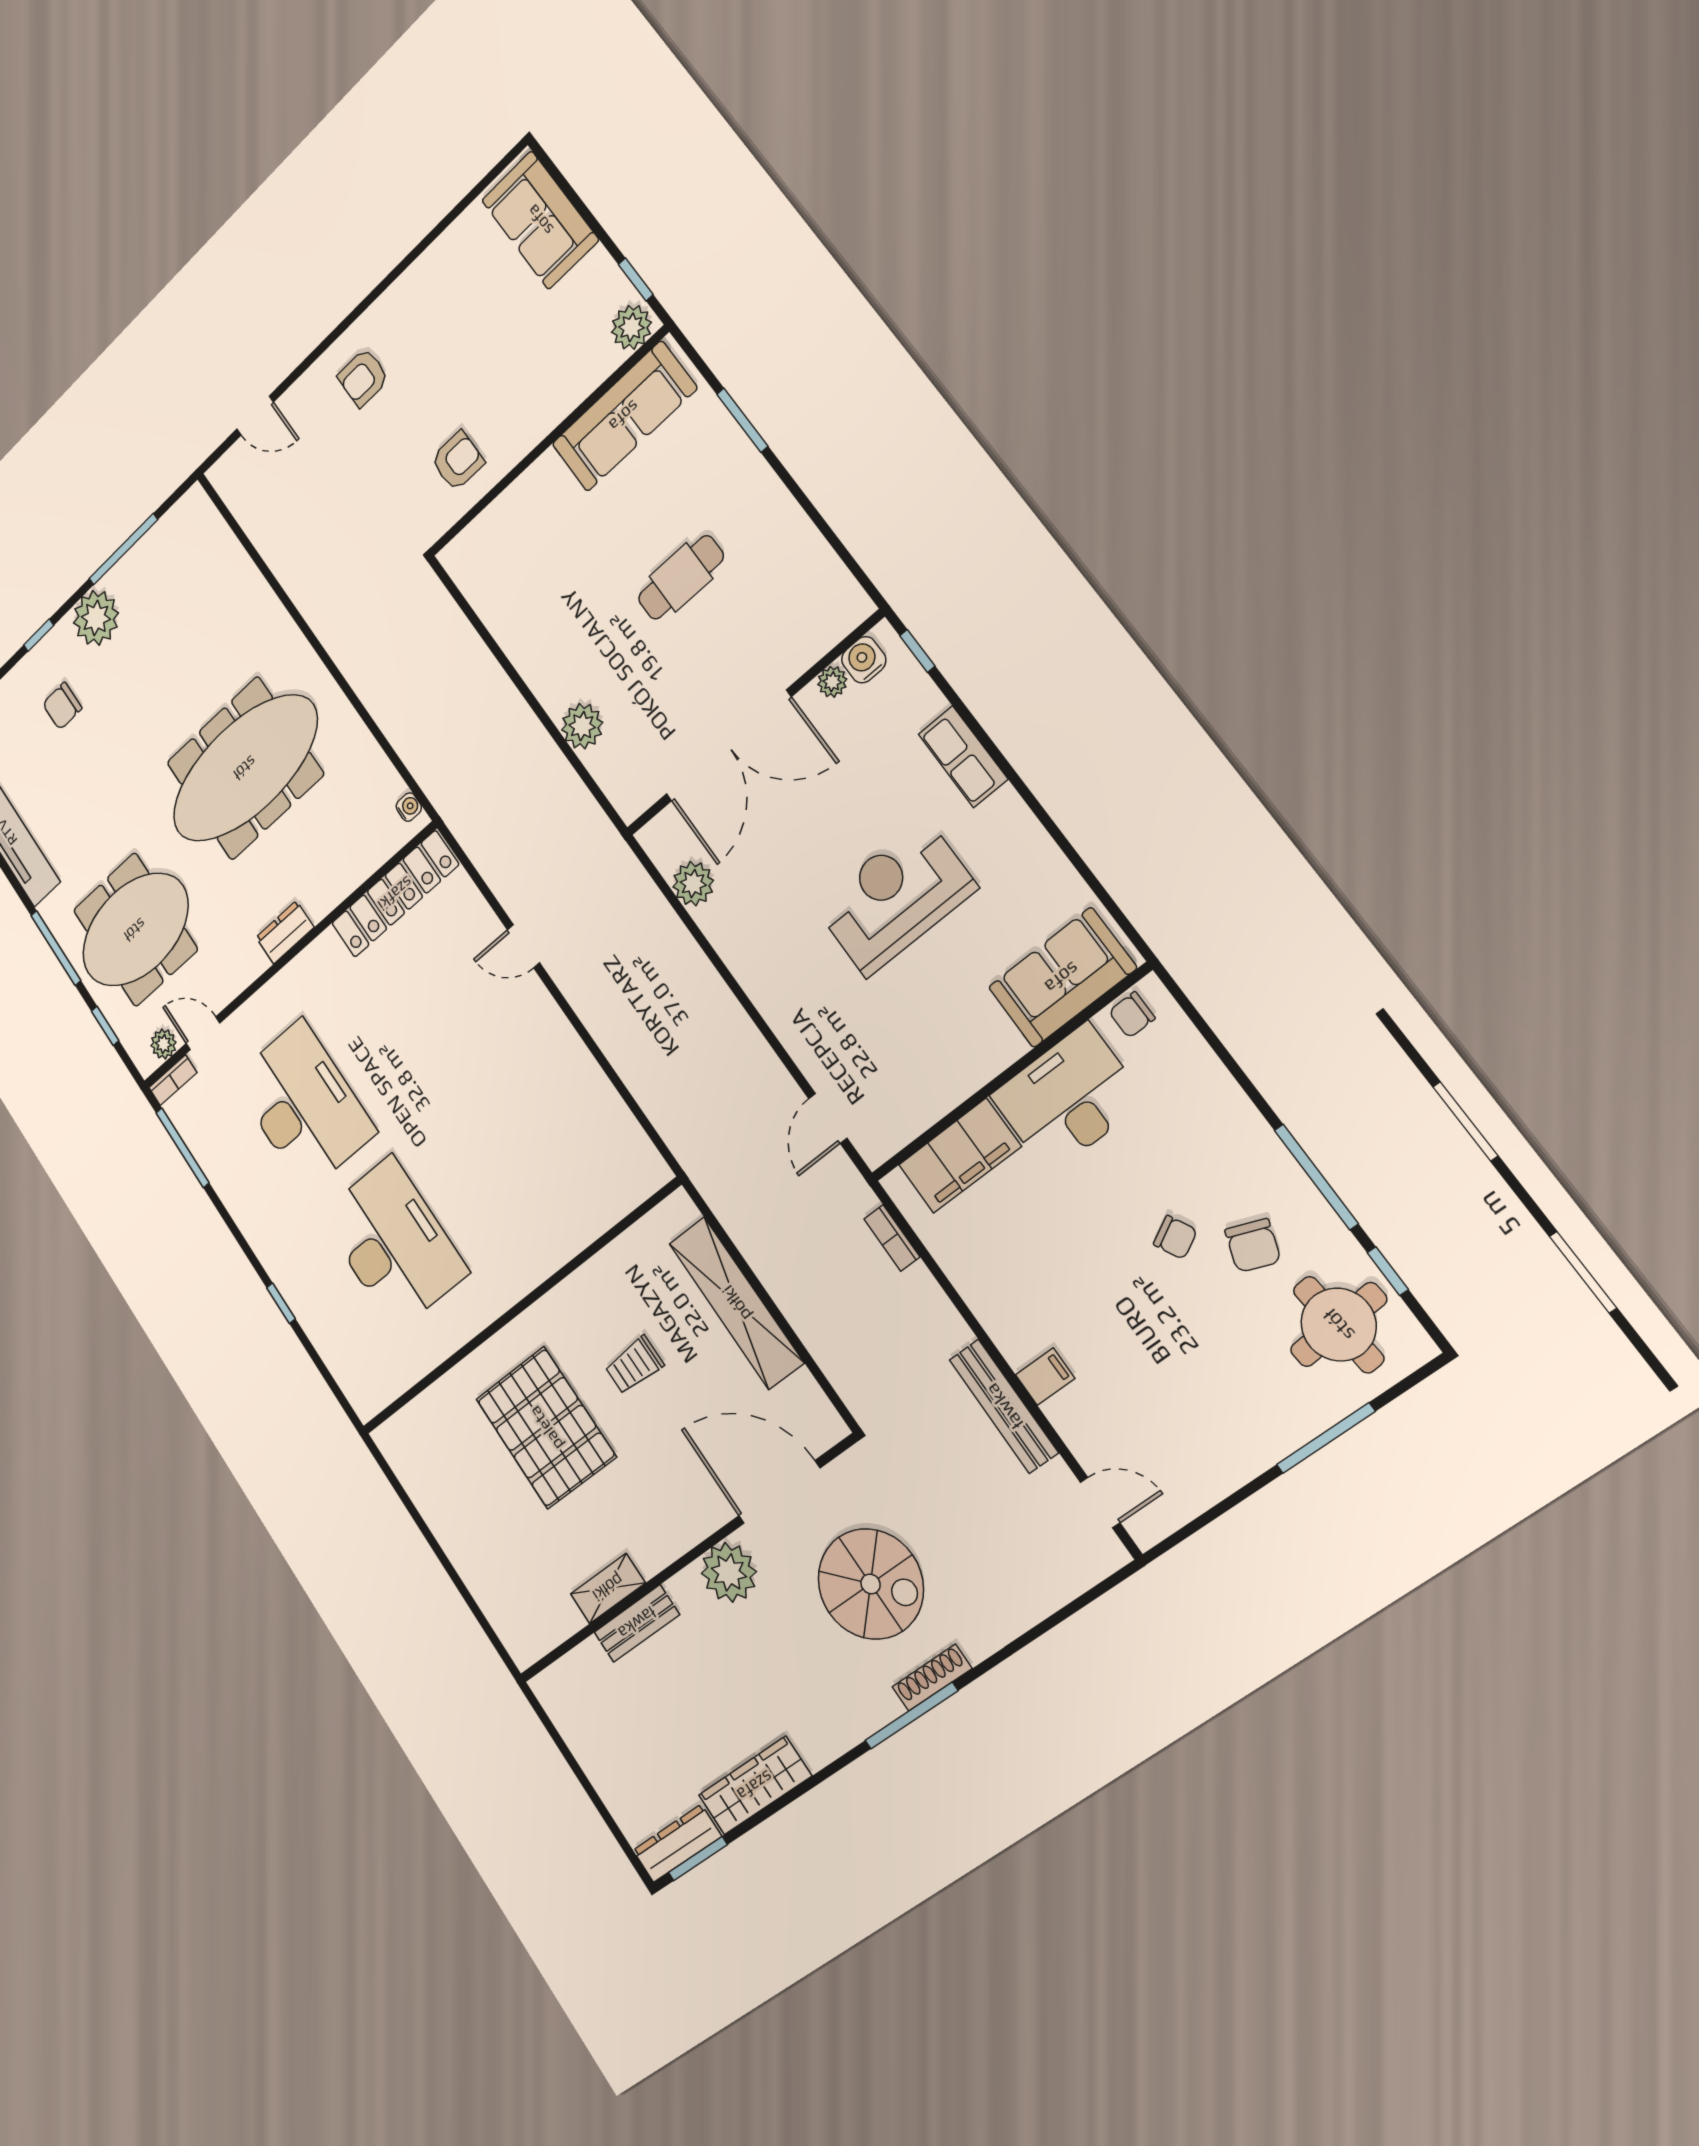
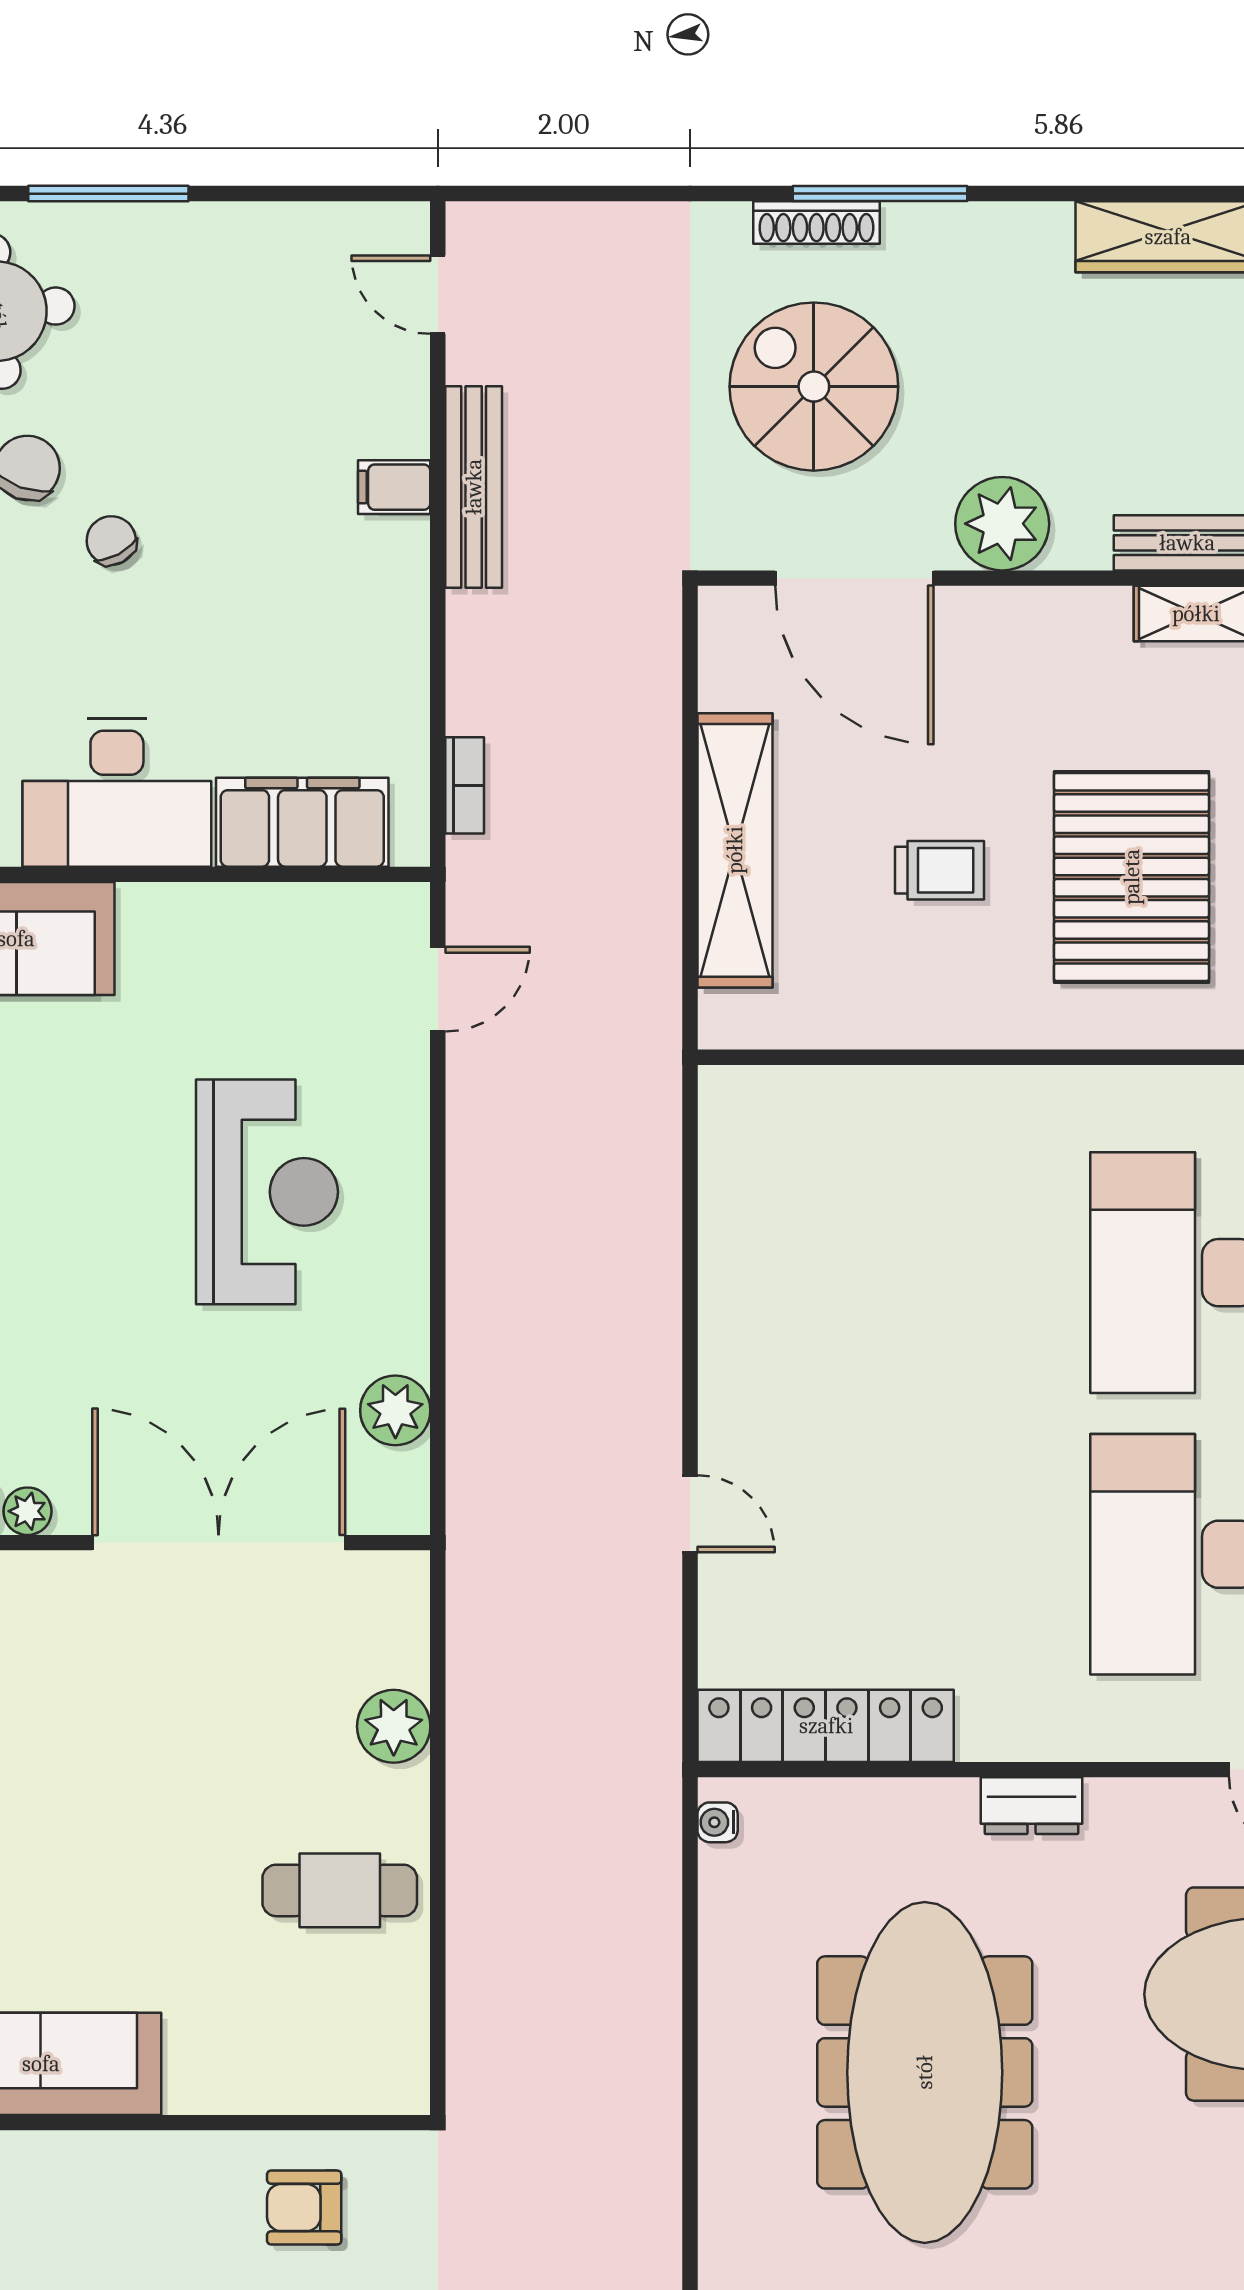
cafe table: (681, 577) -> (340, 1890), moved
meeting table: (245, 768) -> (925, 2072), turned 90
reception desk: (895, 897) -> (267, 1192), moved, turned -90

